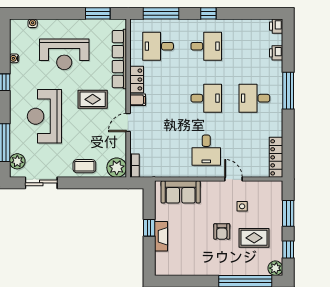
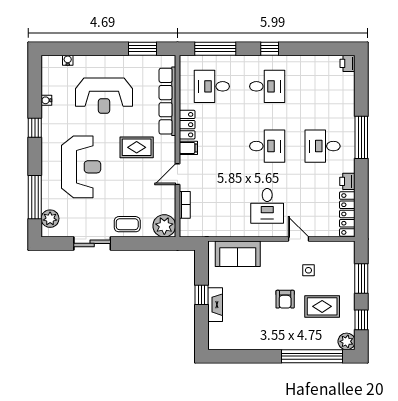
printer: (276, 53) -> (347, 181), moved
reception desk: (44, 116) -> (81, 167), turned 180
bookcase: (134, 166) -> (185, 205), moved
sliding door: (41, 183) -> (92, 243), moved

